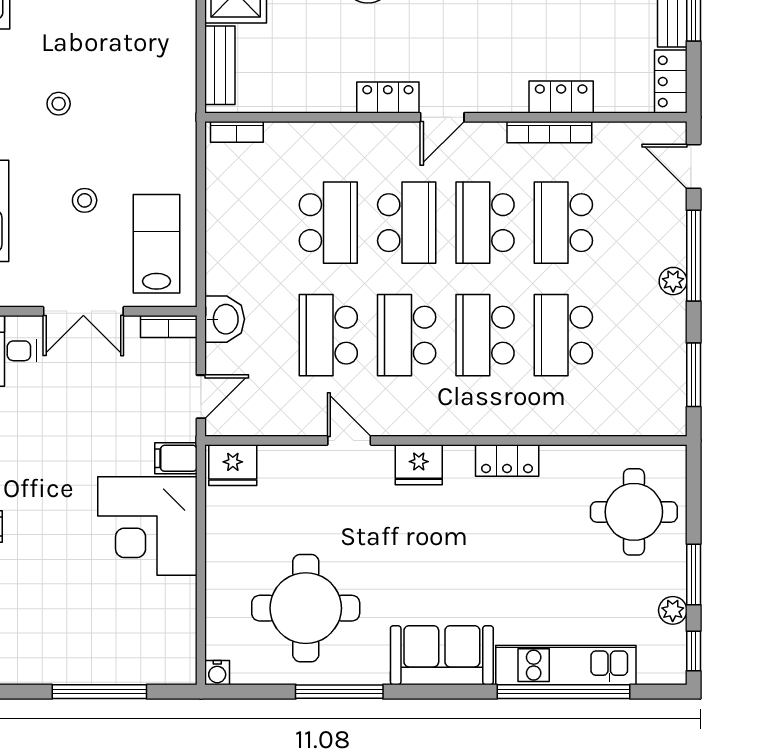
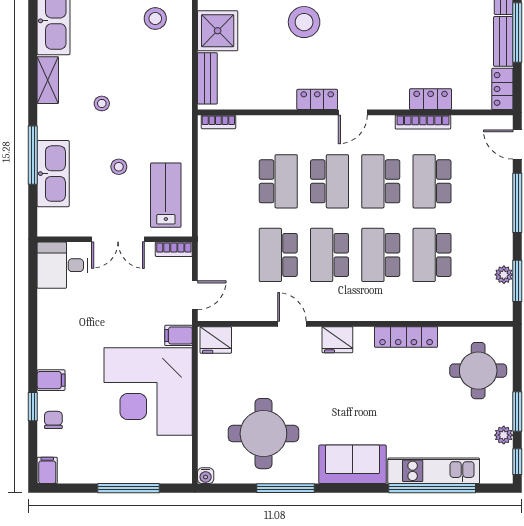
plant: (673, 281) -> (504, 275), moved
washbasin: (225, 319) -> (210, 244), removed
locker: (507, 461) -> (406, 337), width x1.53
corner desk: (147, 526) -> (148, 391), width x1.36, depth x1.36

